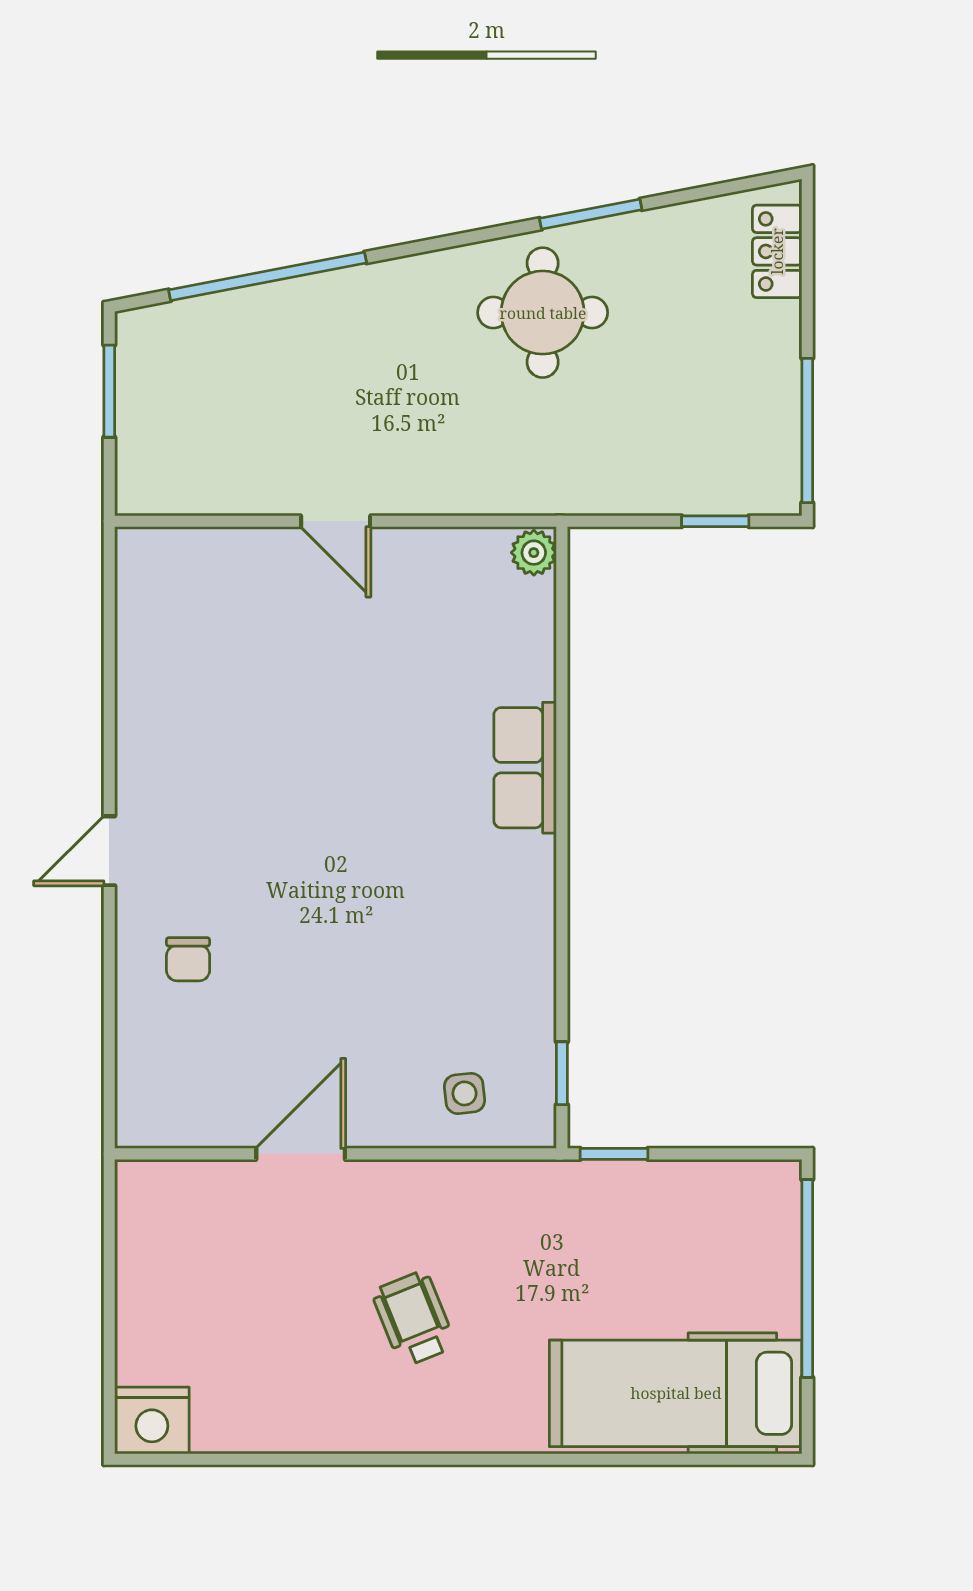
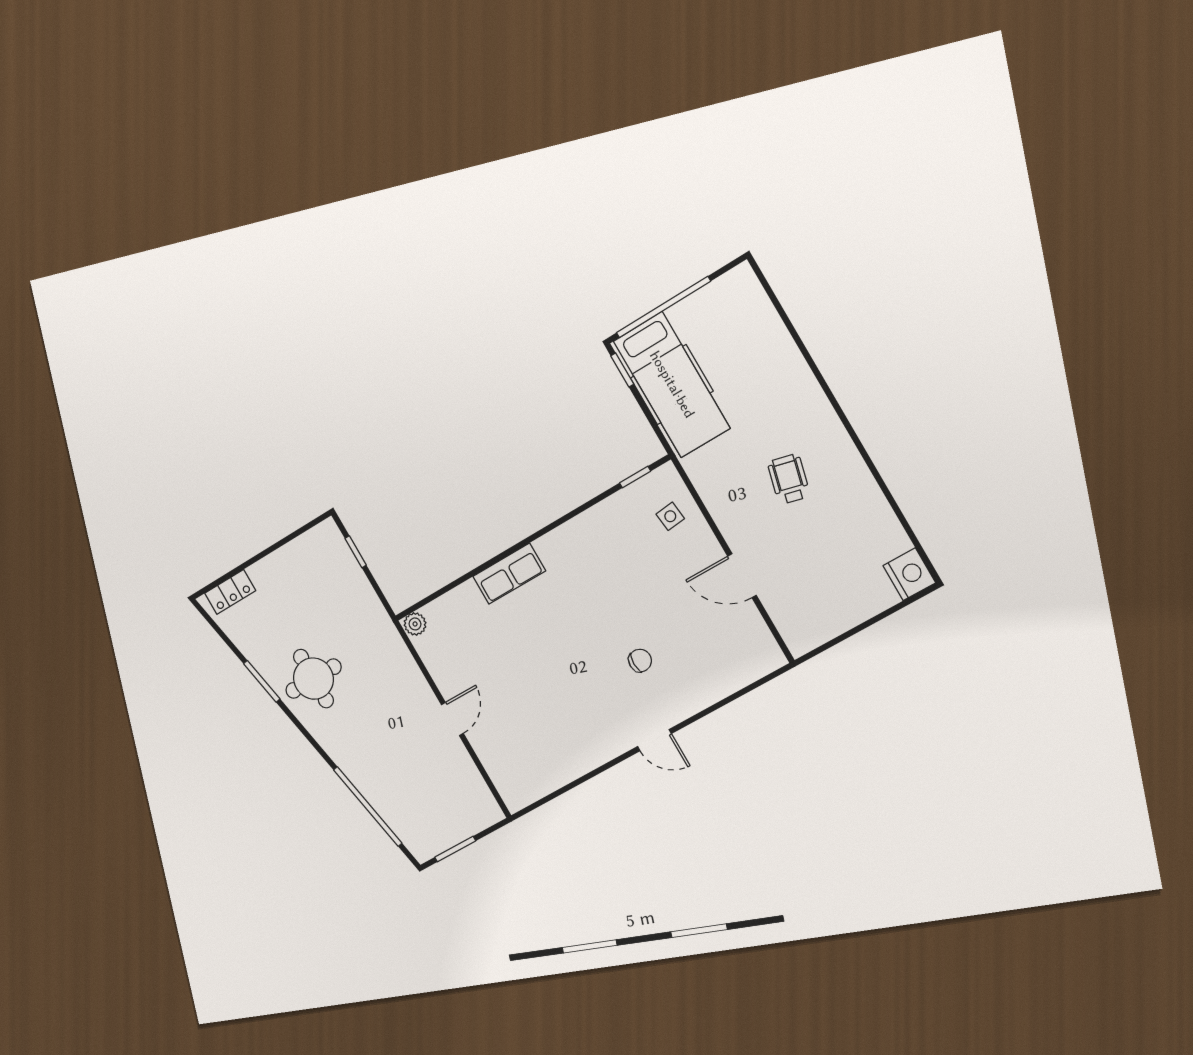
window: (807, 431) -> (295, 534), removed
chair: (188, 959) -> (640, 661), moved
window: (614, 1154) -> (622, 370), moved
wheelchair: (414, 1319) -> (789, 479), turned 126
hospital bed: (676, 1393) -> (672, 385), moved

